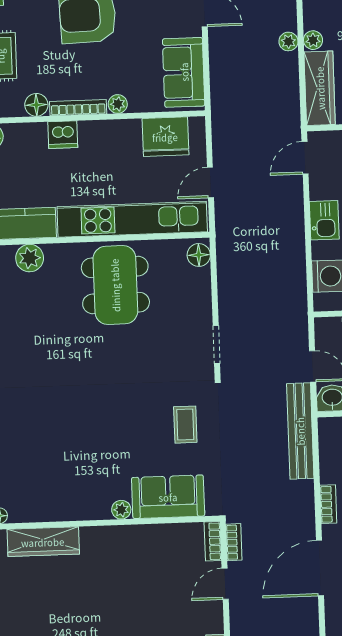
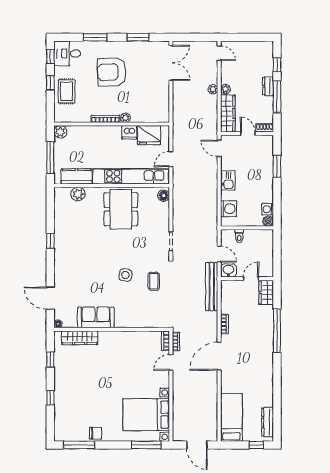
sofa: (184, 72) -> (159, 103), removed
floor lamp: (36, 105) -> (84, 117), removed
dishwasher: (63, 135) -> (129, 132), moved
door: (305, 158) -> (219, 148), hinge flipped
side table: (129, 414) -> (125, 275), added
sofa: (168, 497) -> (96, 317), moved
plant: (121, 510) -> (120, 323), removed

